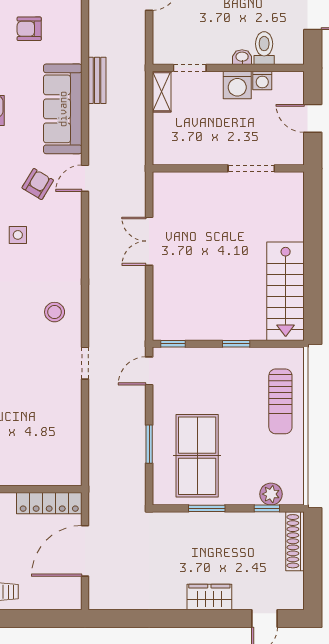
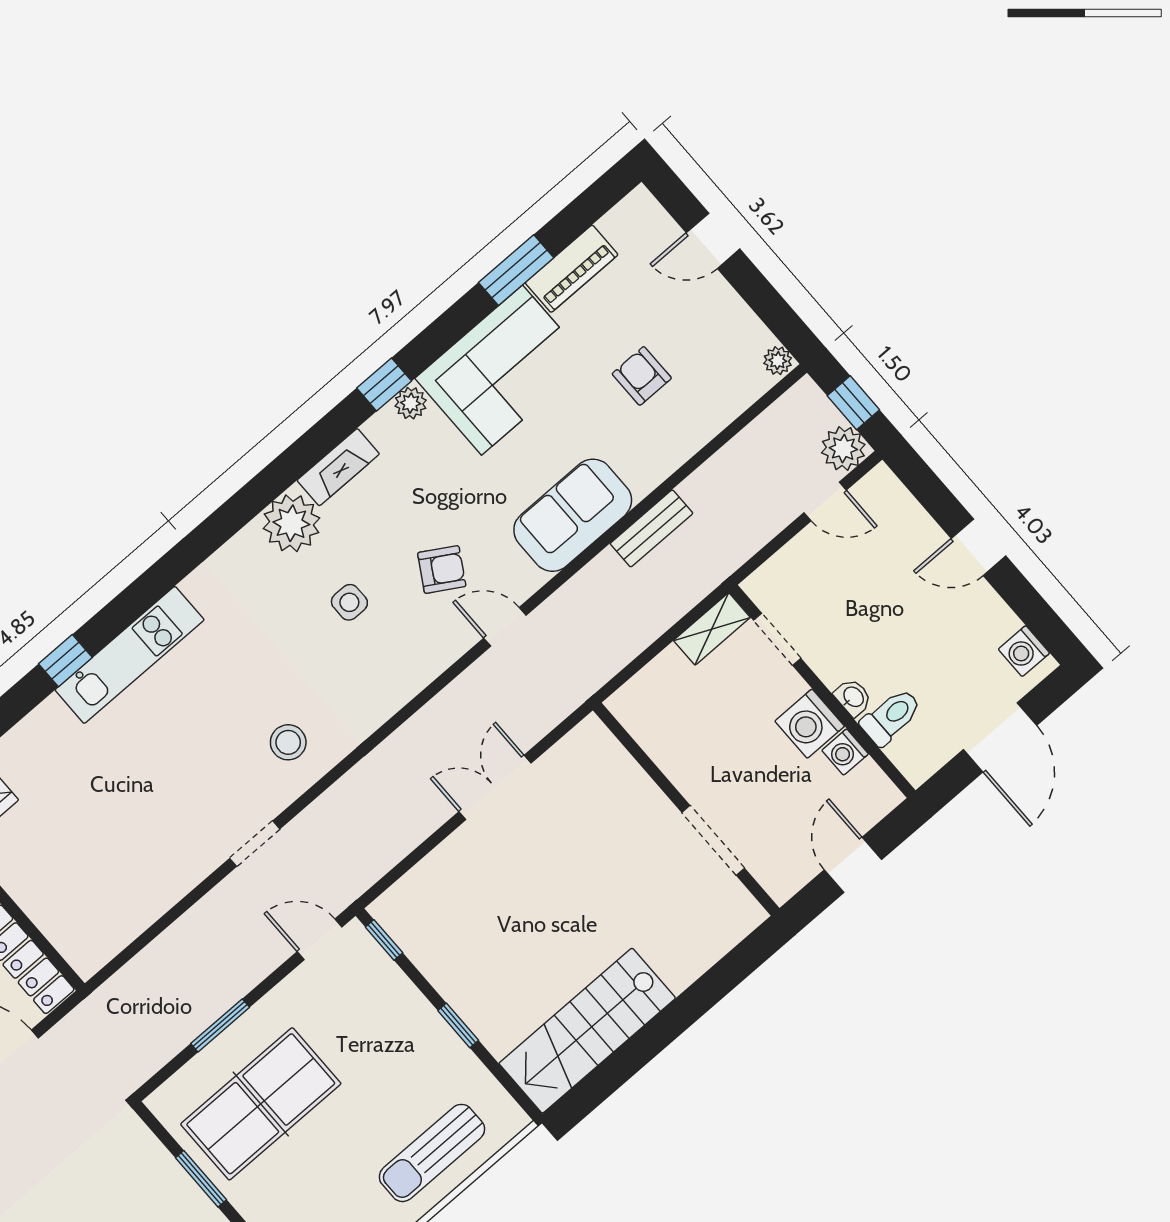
sofa: (63, 109) -> (573, 515), width x0.73

